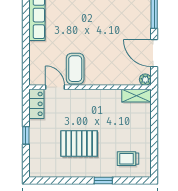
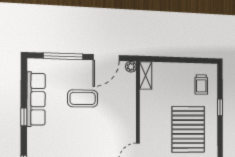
coffee table: (75, 69) -> (83, 98), moved
pallet: (79, 144) -> (188, 129), width x1.37, depth x1.41

